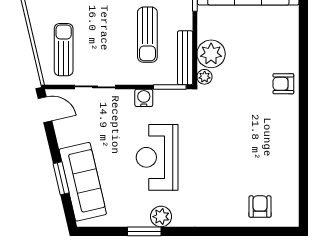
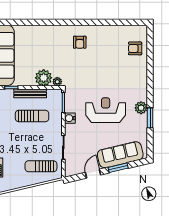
bench: (185, 58) -> (30, 93), moved
armchair: (283, 84) -> (80, 42), moved
door: (45, 110) -> (93, 174), moved
reception desk: (157, 157) -> (106, 110), turned 180

